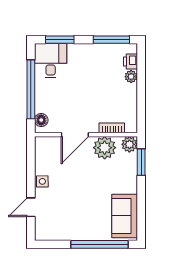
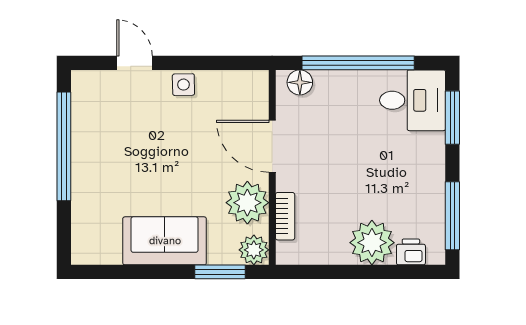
plant: (131, 77) -> (372, 243), width x1.87, depth x1.87
sofa: (125, 216) -> (165, 241), moved
window: (100, 244) -> (64, 146), moved

